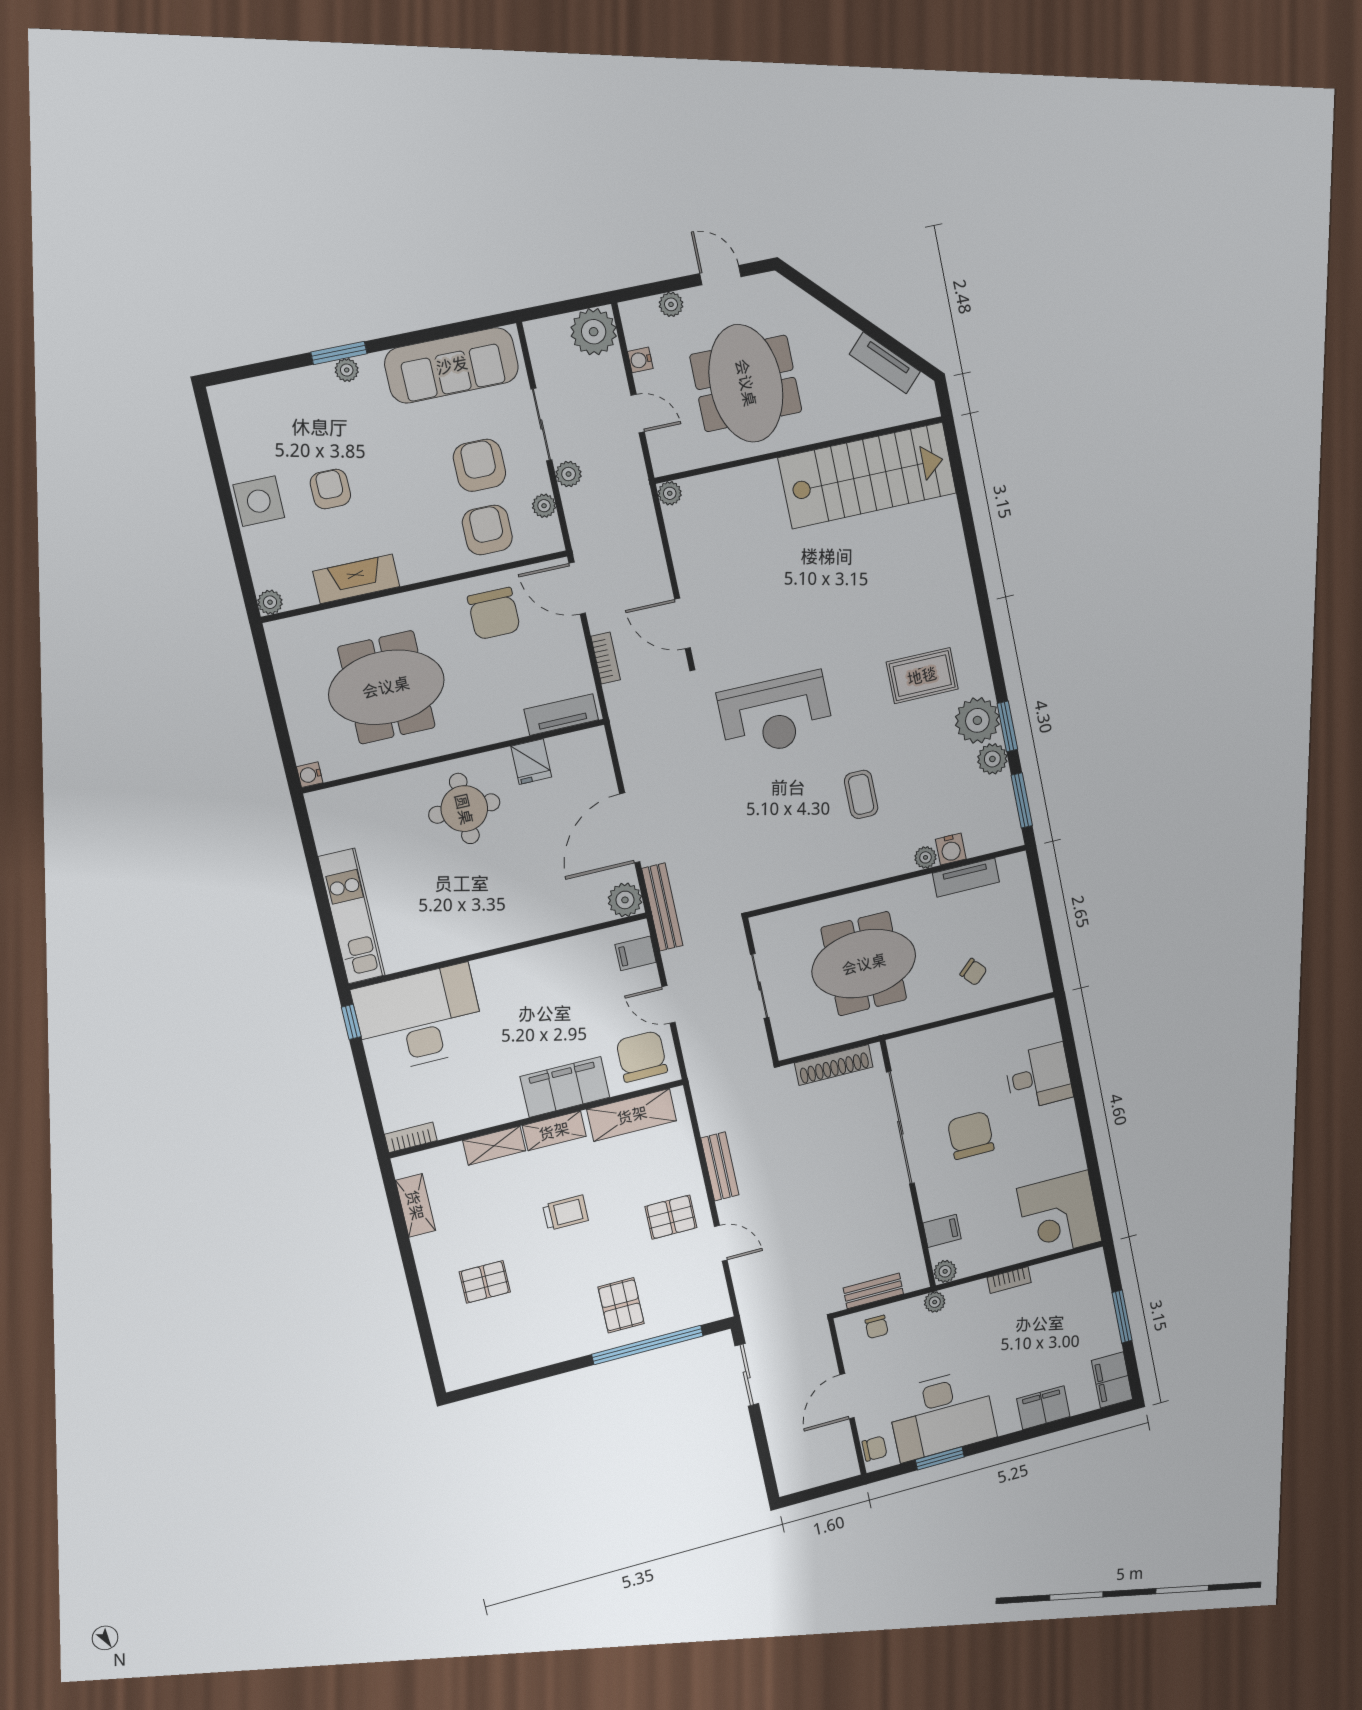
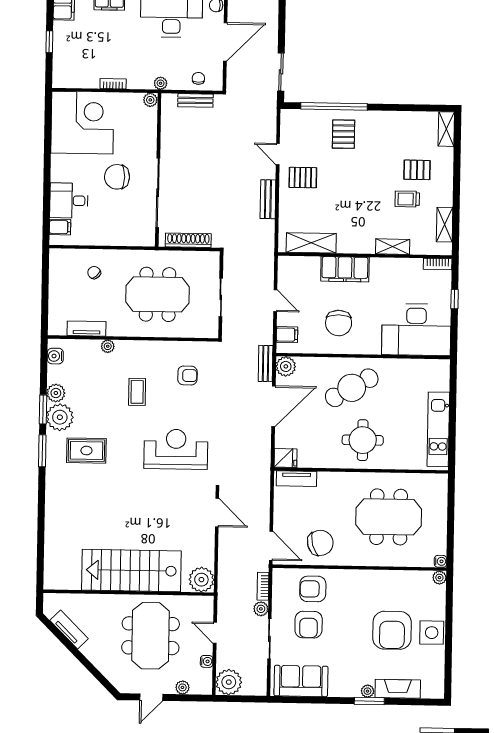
door: (720, 275) -> (151, 697), hinge flipped
sofa: (452, 365) -> (301, 681), width x0.73
stairs: (868, 475) -> (131, 570), moved
armchair: (330, 489) -> (392, 630), width x1.88, depth x1.88
plant: (670, 493) -> (201, 580), width x1.87, depth x1.87
plant: (544, 506) -> (279, 595), removed
armchair: (487, 530) -> (313, 589), turned 90
fireplace: (356, 579) -> (398, 689), moved, turned 180
chair: (494, 614) -> (320, 543), turned 74
bookcase: (606, 658) -> (263, 586), moved
fridge: (531, 762) -> (285, 458), moved, turned 90
water cooler: (310, 775) -> (440, 561), moved
window: (1022, 800) -> (42, 451), moved
armchair: (785, 843) -> (187, 375), added
water cooler: (951, 849) -> (55, 356), moved, turned -90
cafe table: (505, 893) -> (352, 388), added
bench: (662, 907) -> (266, 364), width x0.73
kitchen unit: (352, 916) -> (438, 429), moved
window: (351, 1022) -> (455, 299), moved
chair: (642, 1056) -> (339, 323), moved
shelving: (554, 1131) -> (446, 129), moved, turned 90
chair: (971, 1135) -> (117, 177), turned 90
trolley: (566, 1213) -> (407, 199), moved
corner desk: (1059, 1215) -> (82, 123), width x1.36, depth x1.36
filing cabinet: (942, 1231) -> (60, 227), moved, turned 180
window: (1122, 1316) -> (49, 42), width x0.67
door: (847, 1396) -> (225, 42), width x1.36

